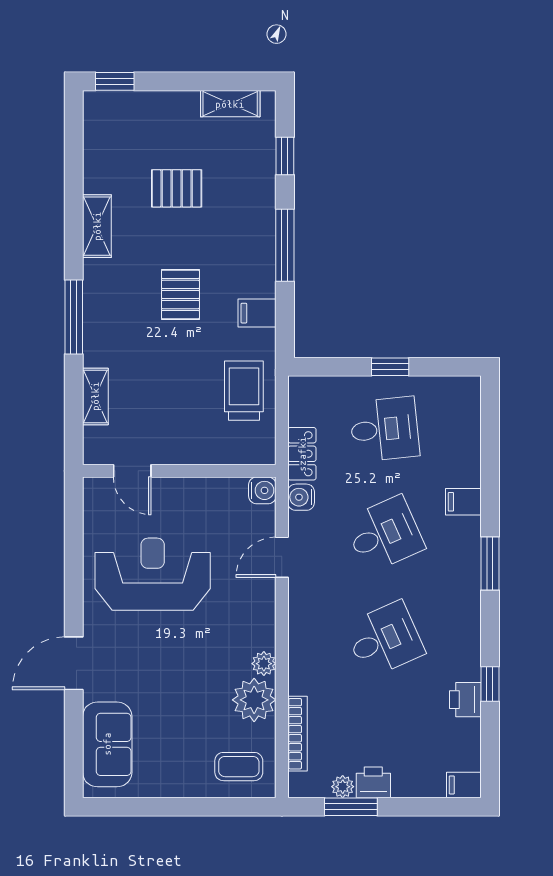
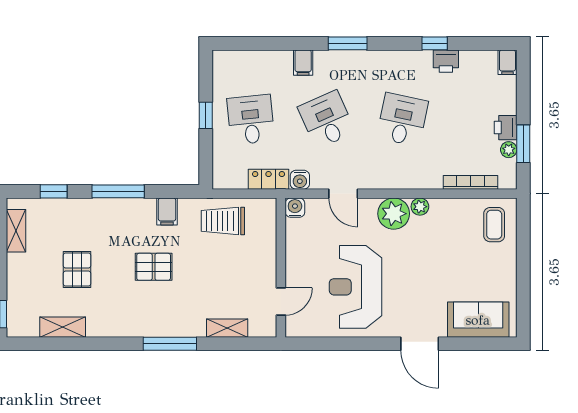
shelving: (97, 226) -> (63, 327), moved
desk: (384, 639) -> (402, 120), turned 36
plant: (254, 700) -> (394, 214), moved

